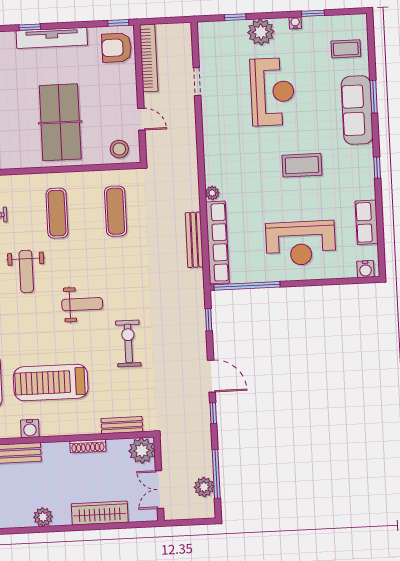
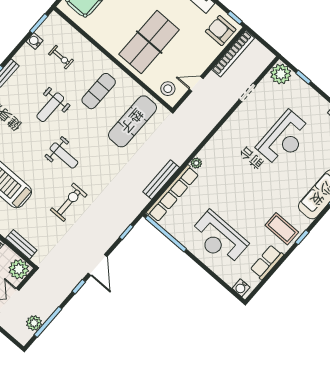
plant: (261, 32) -> (281, 74), moved
door: (141, 119) -> (196, 84), swing flipped
coffee table: (302, 165) -> (282, 229), moved
exercise mat: (116, 211) -> (132, 121), width x1.36, depth x1.45

